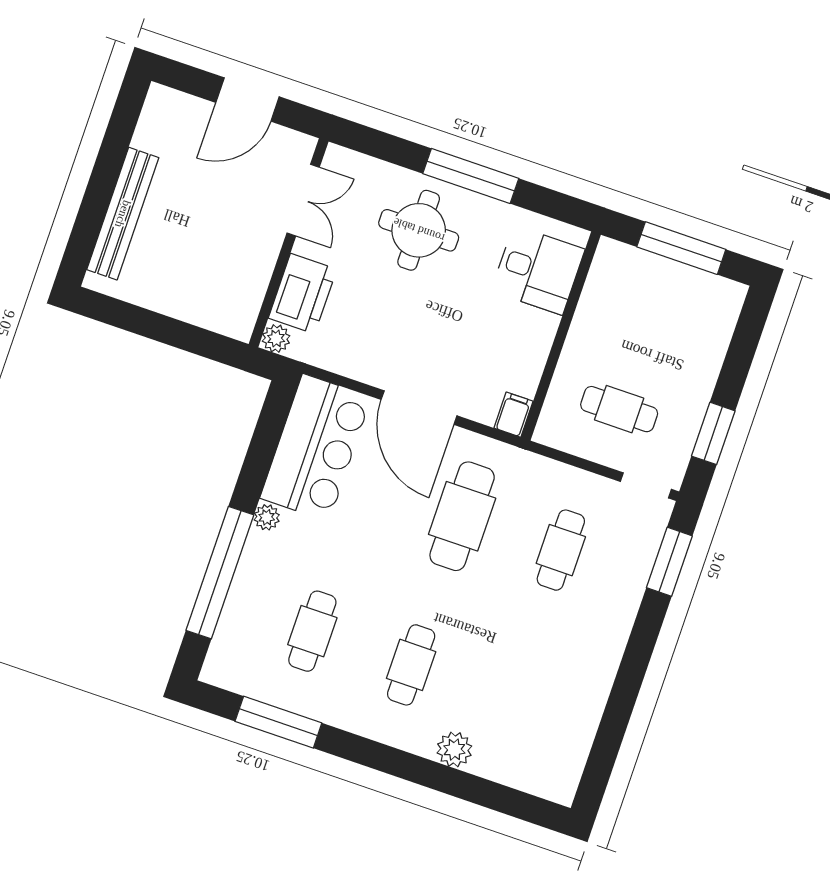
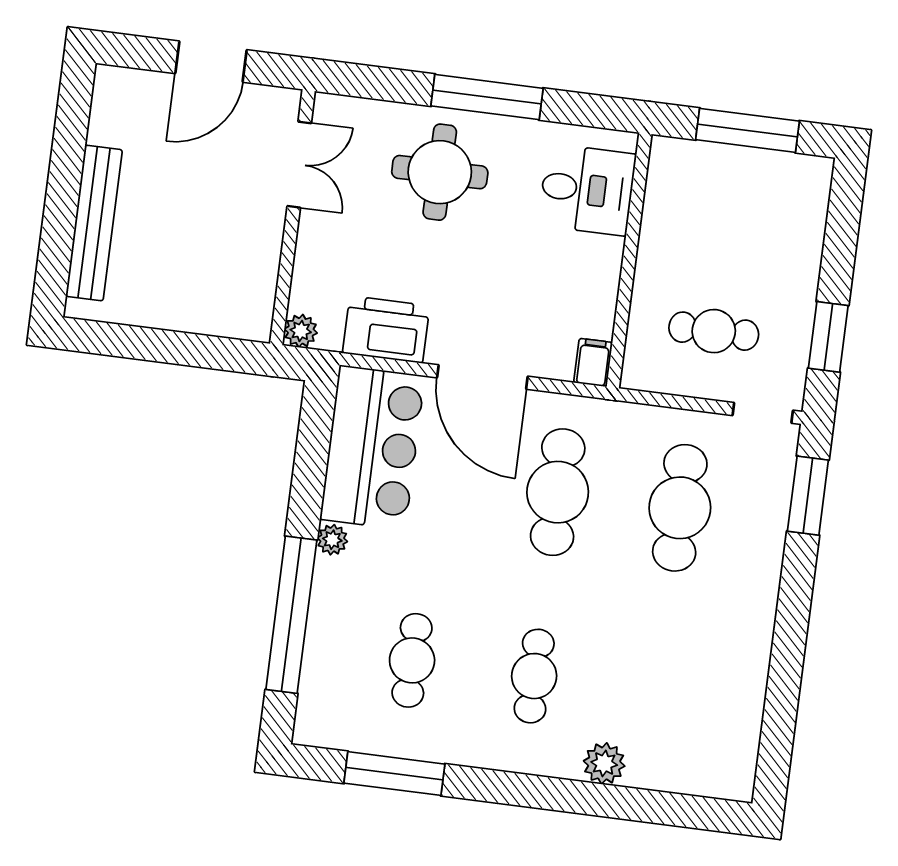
printer: (303, 294) -> (386, 329), moved, turned -90
cafe table: (561, 550) -> (680, 508), width x1.37, depth x1.35

